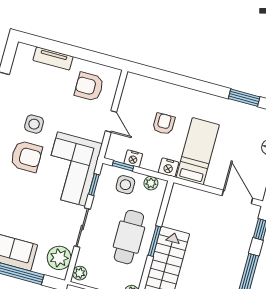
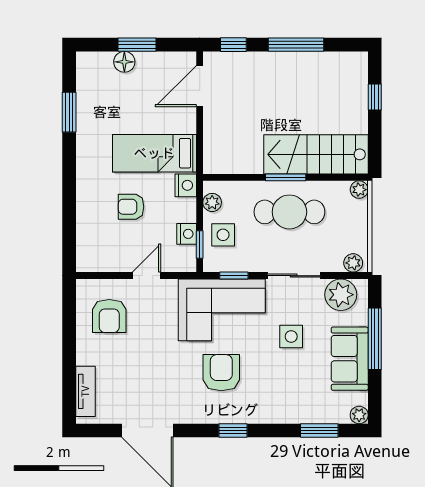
tv unit: (53, 58) -> (85, 391), moved
side table: (34, 124) -> (291, 336), moved

